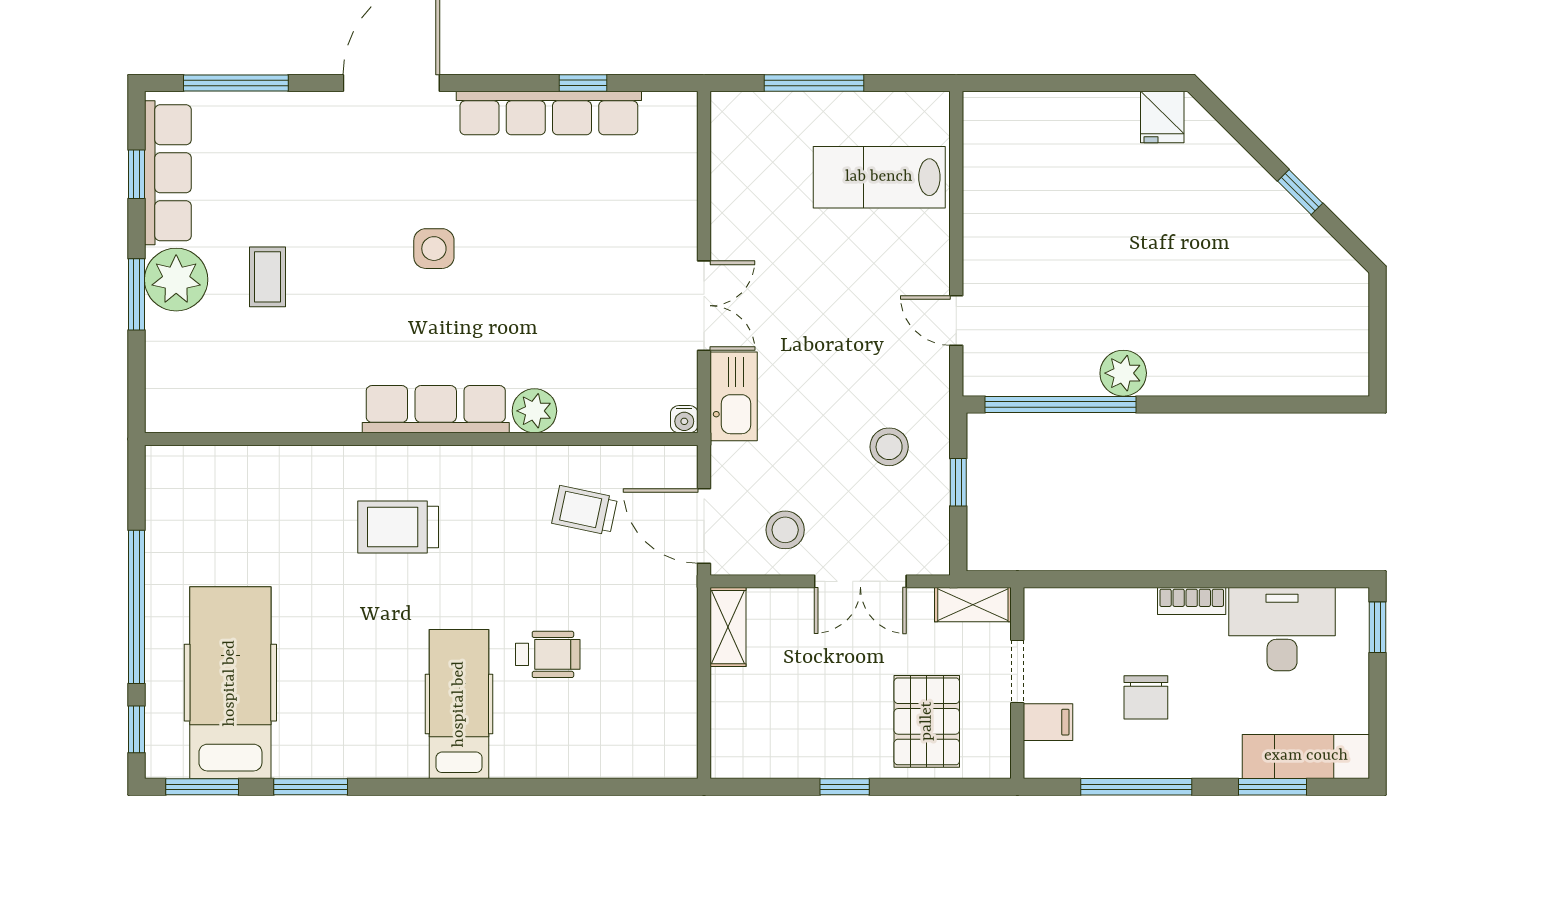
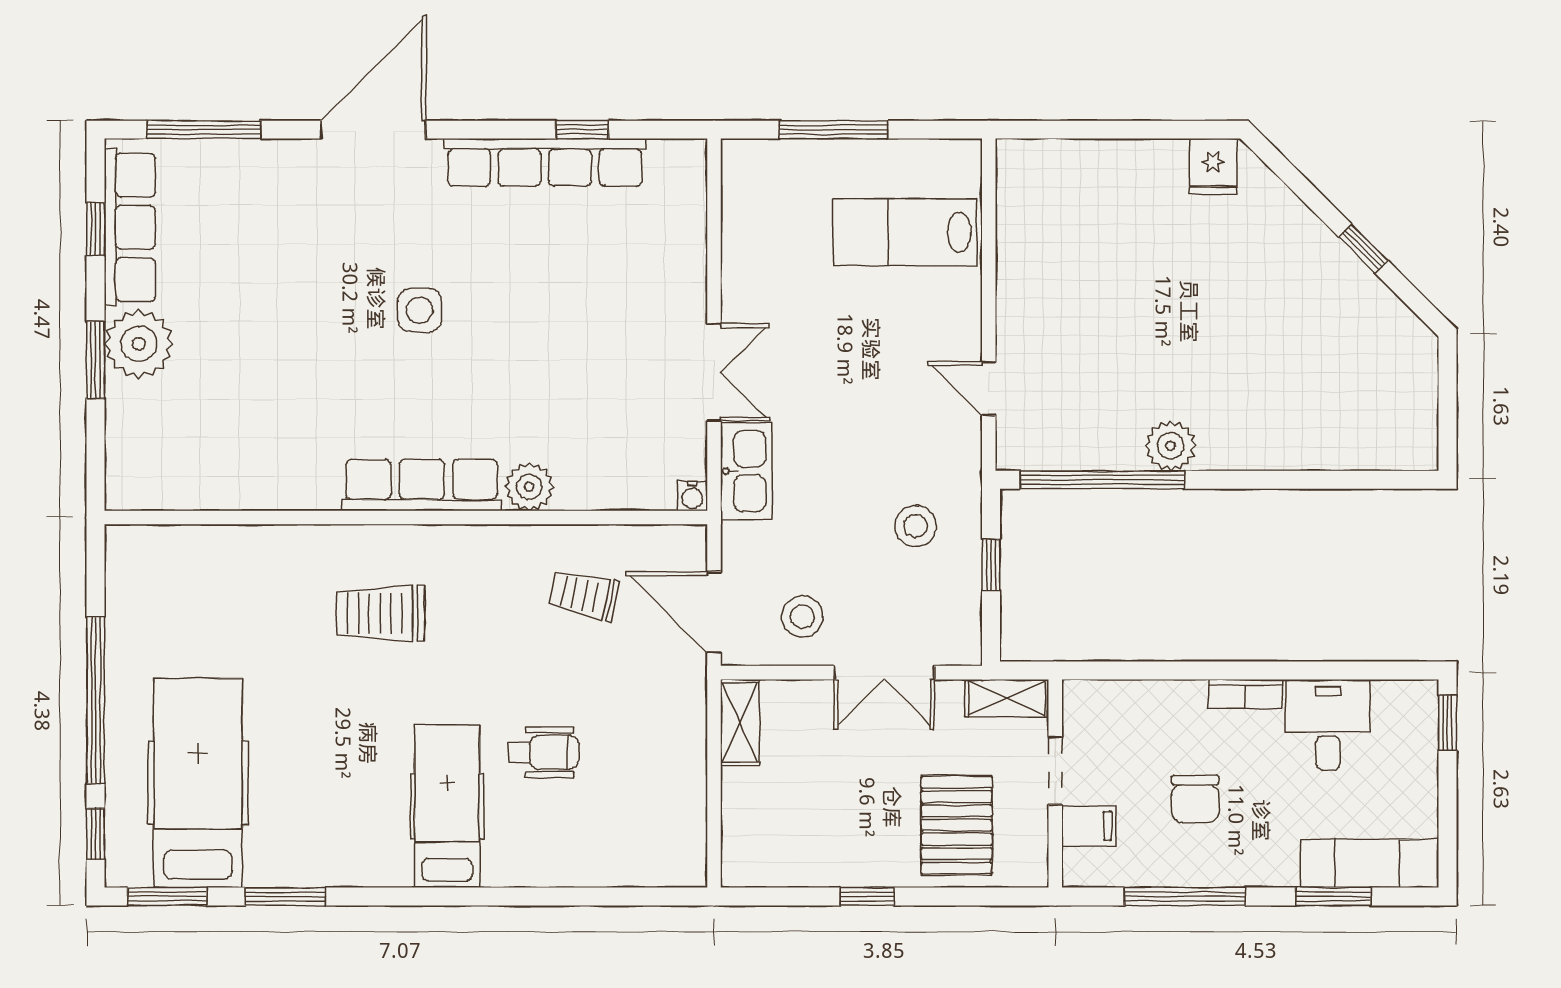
coffee table: (268, 277) -> (238, 341), removed
desk: (1282, 629) -> (1328, 725), width x0.73

